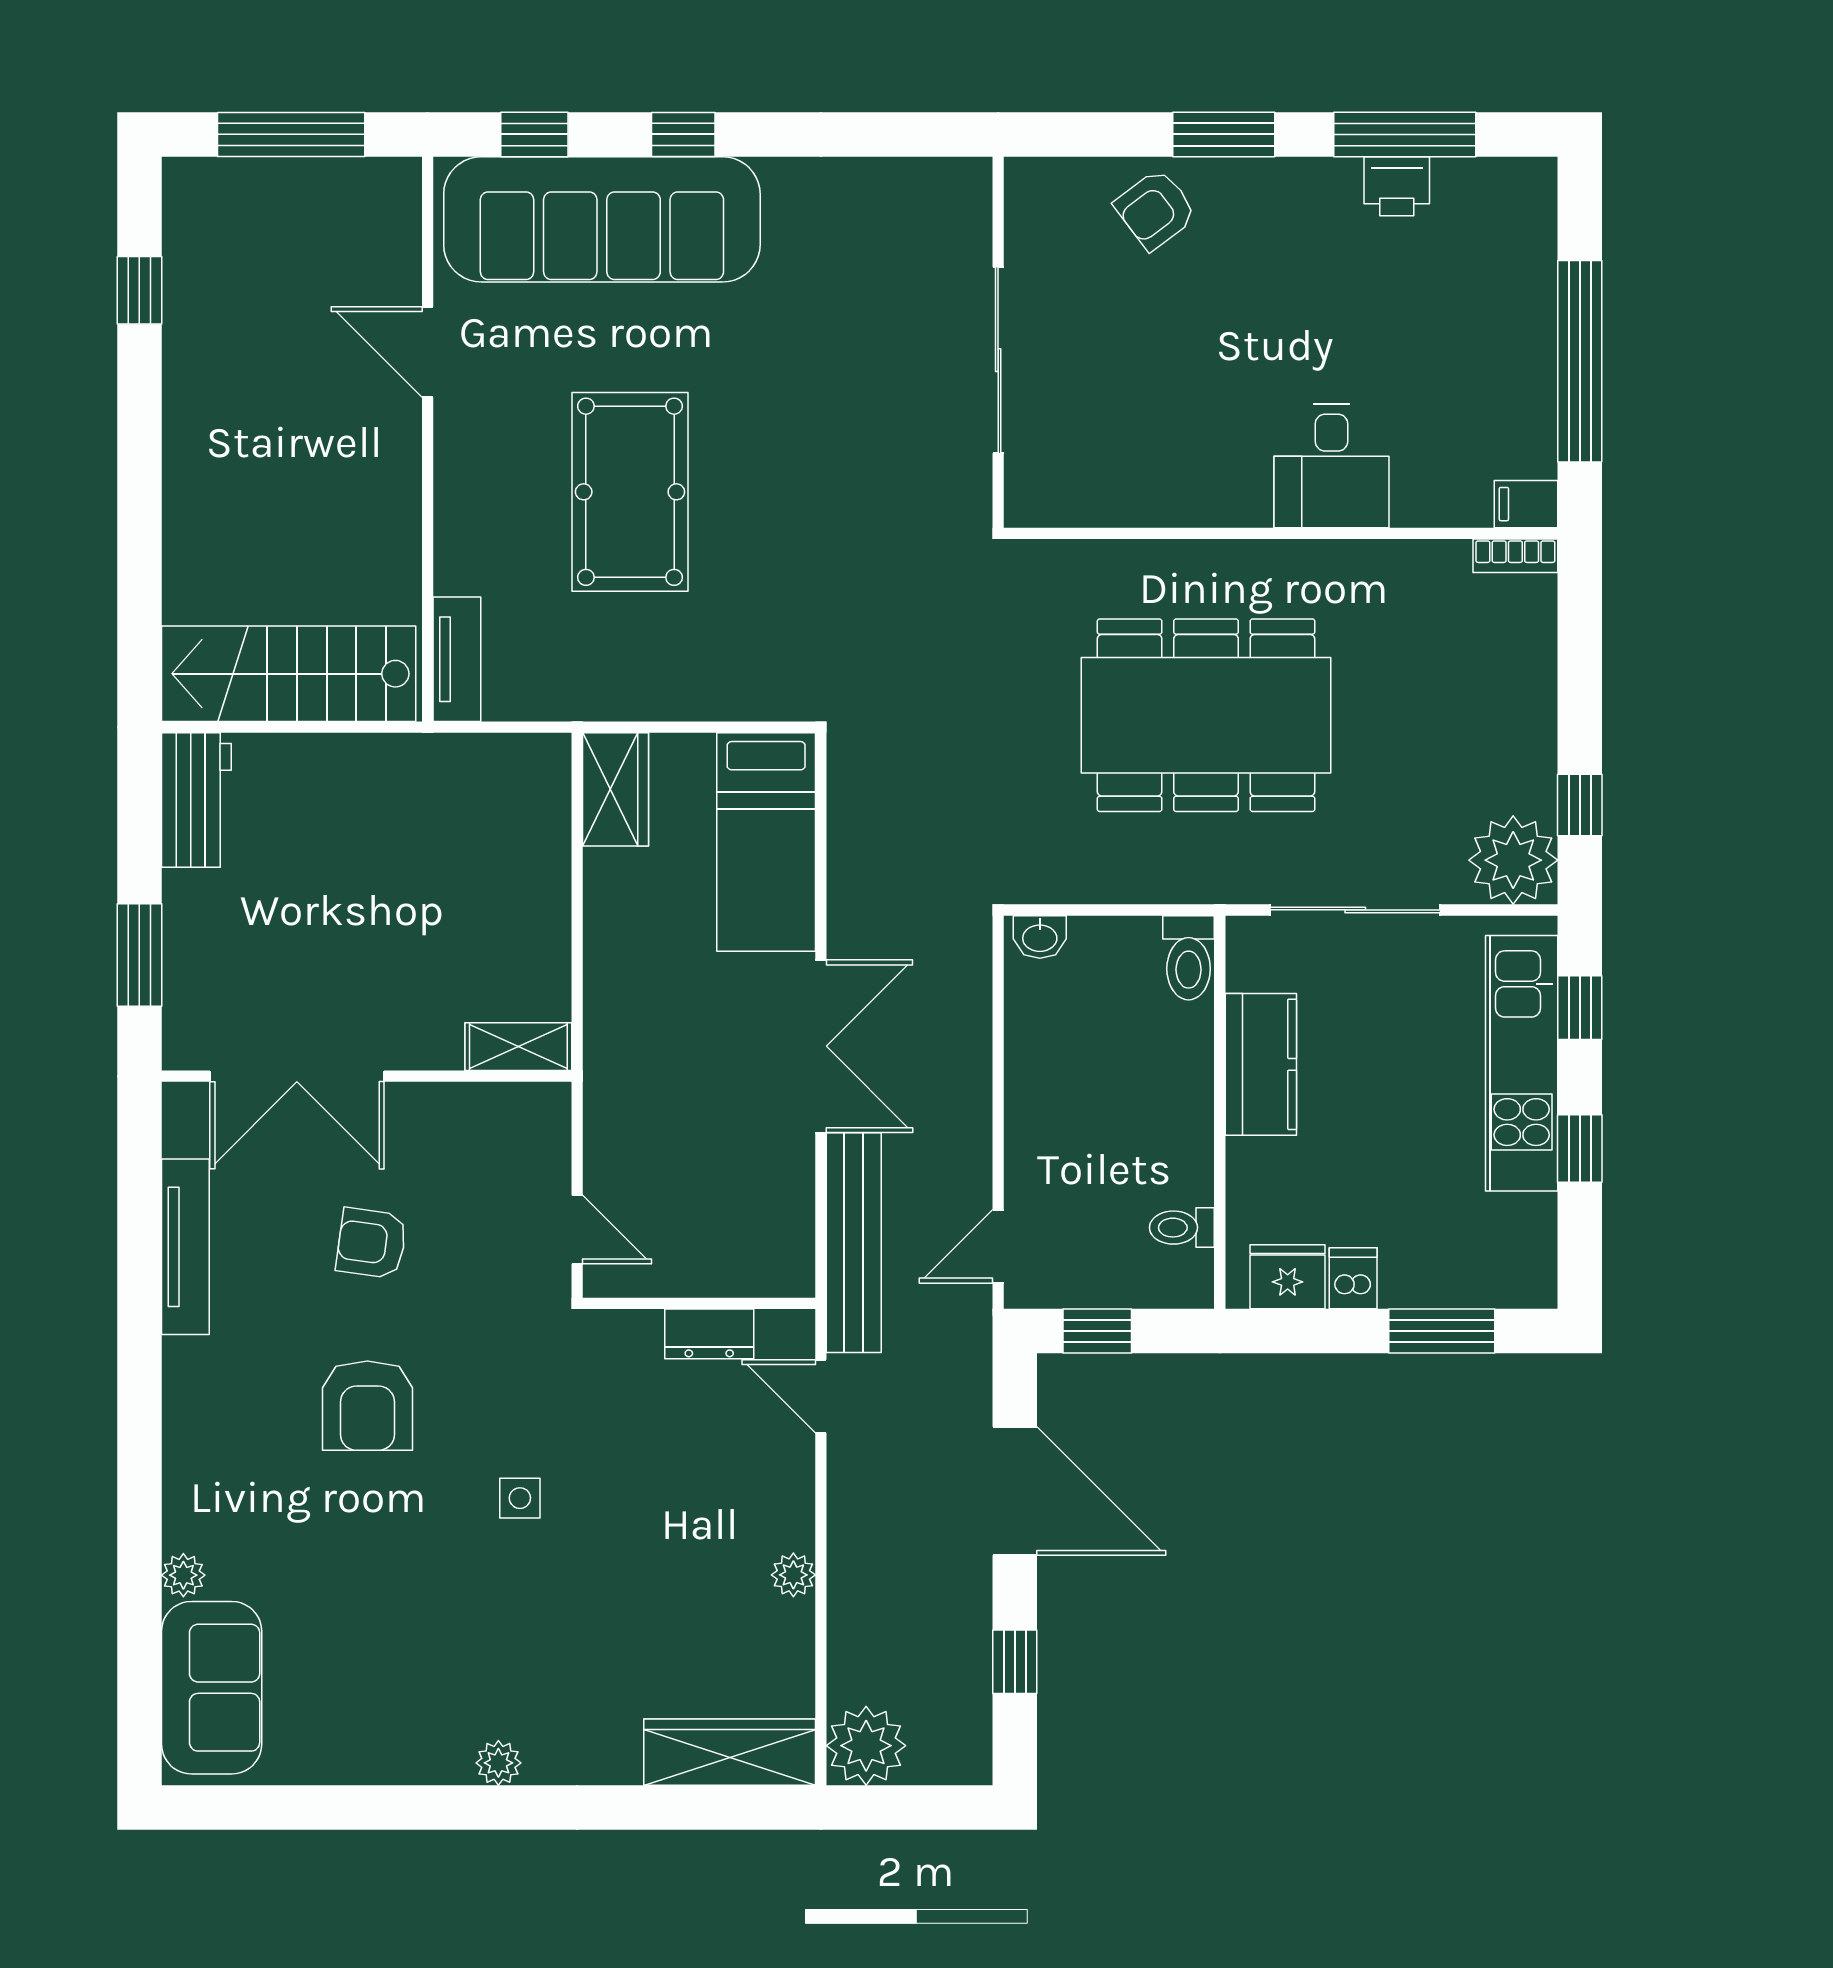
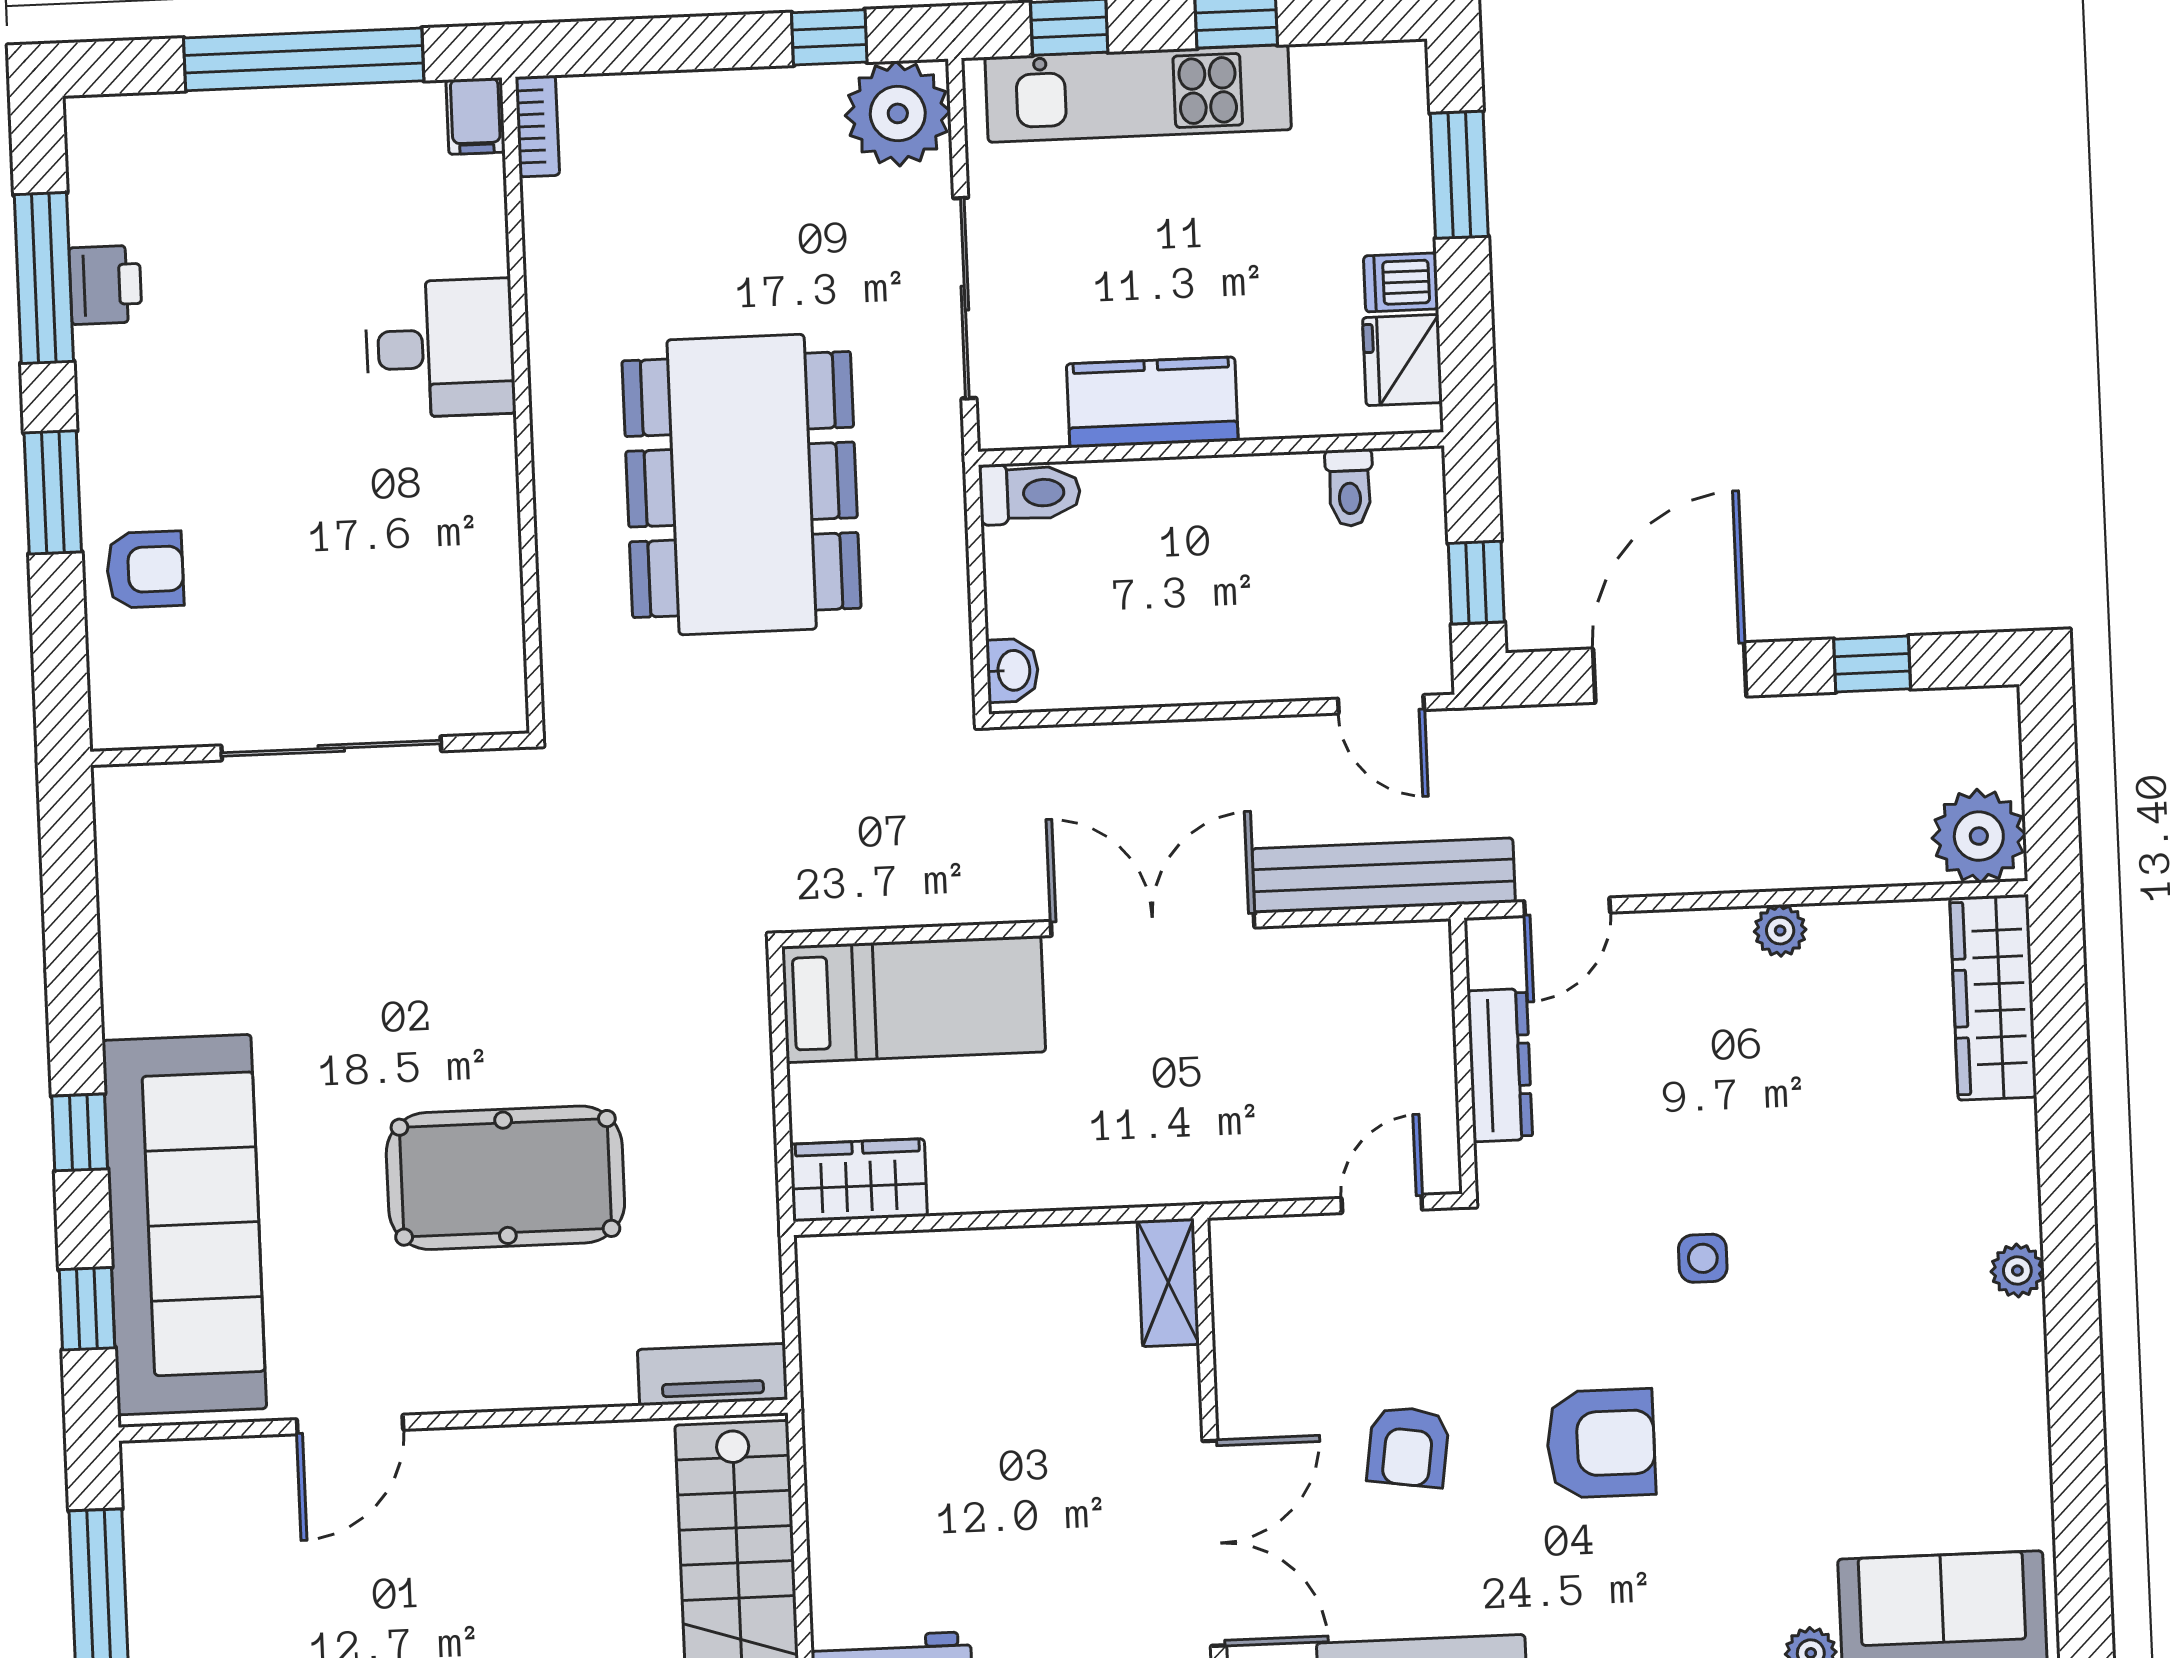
armchair: (1155, 209) -> (145, 570), turned -53
dresser: (709, 1334) -> (1500, 1065), width x1.44

